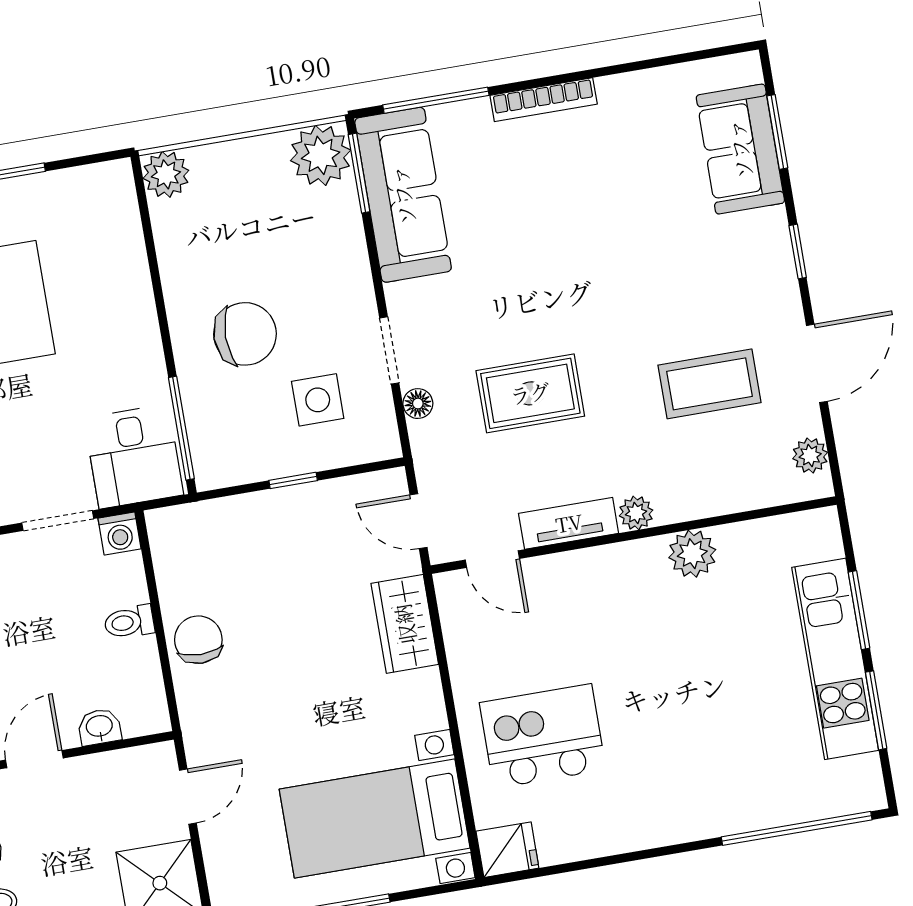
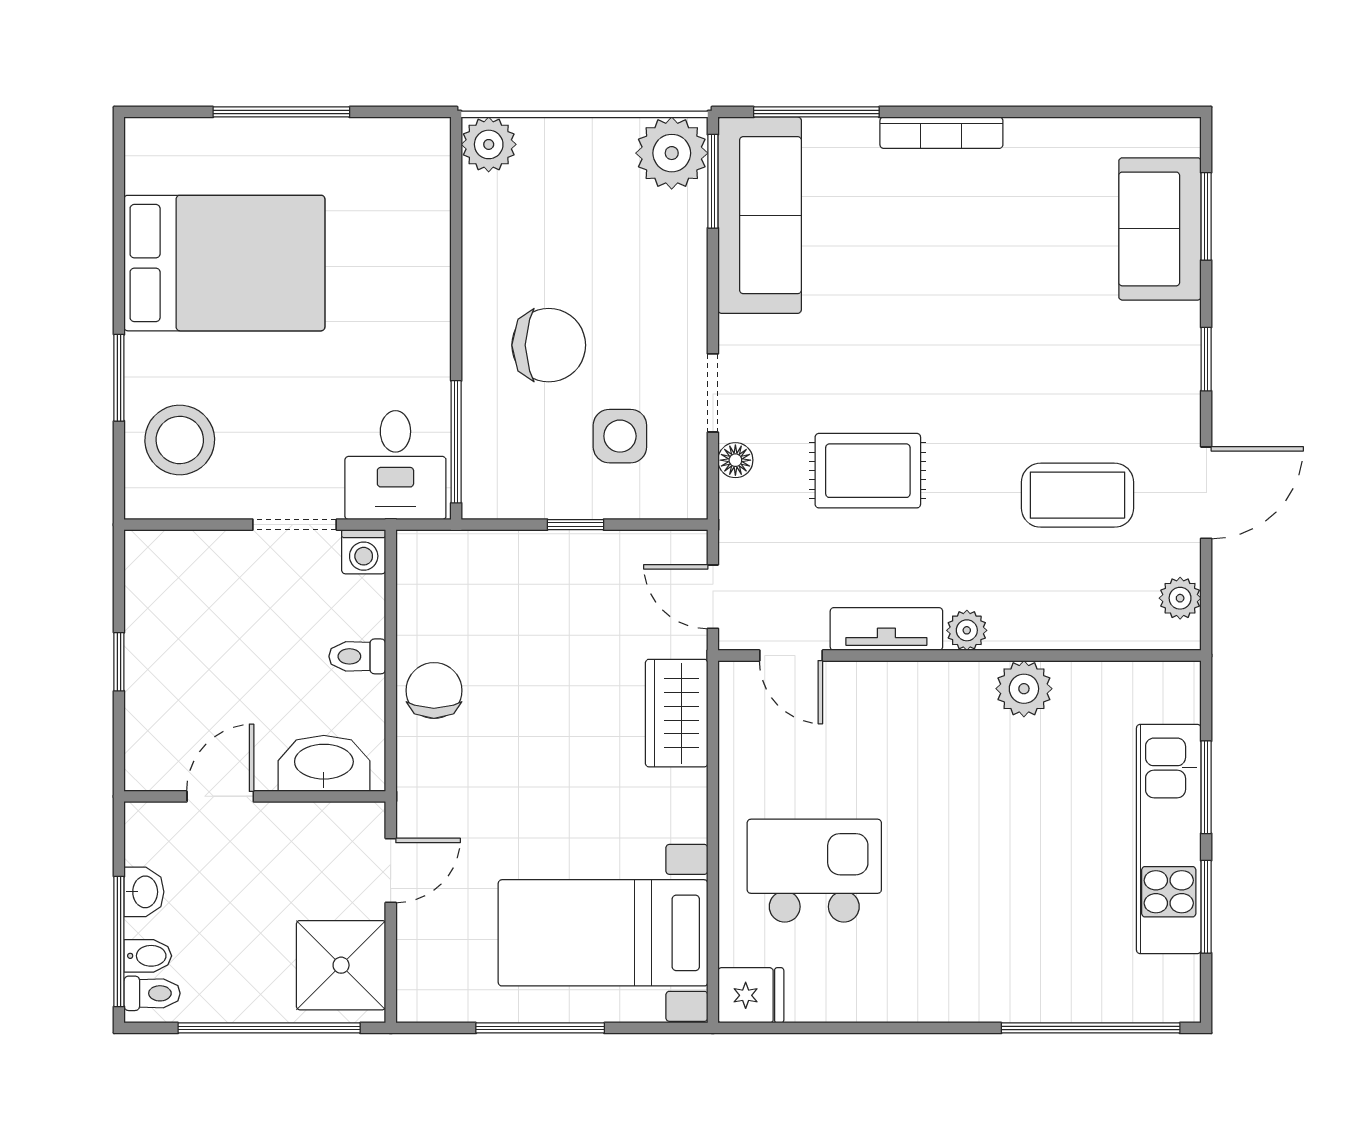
washbasin: (99, 727) -> (324, 763), width x1.91, depth x1.45

